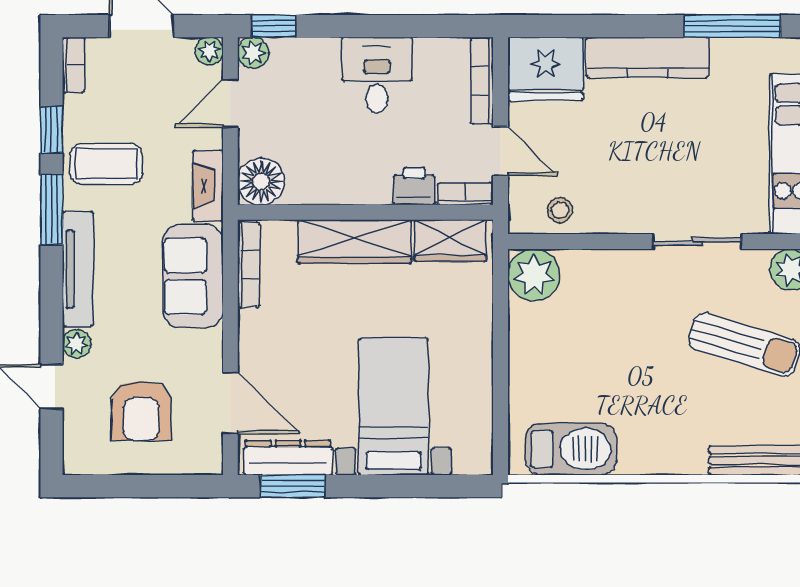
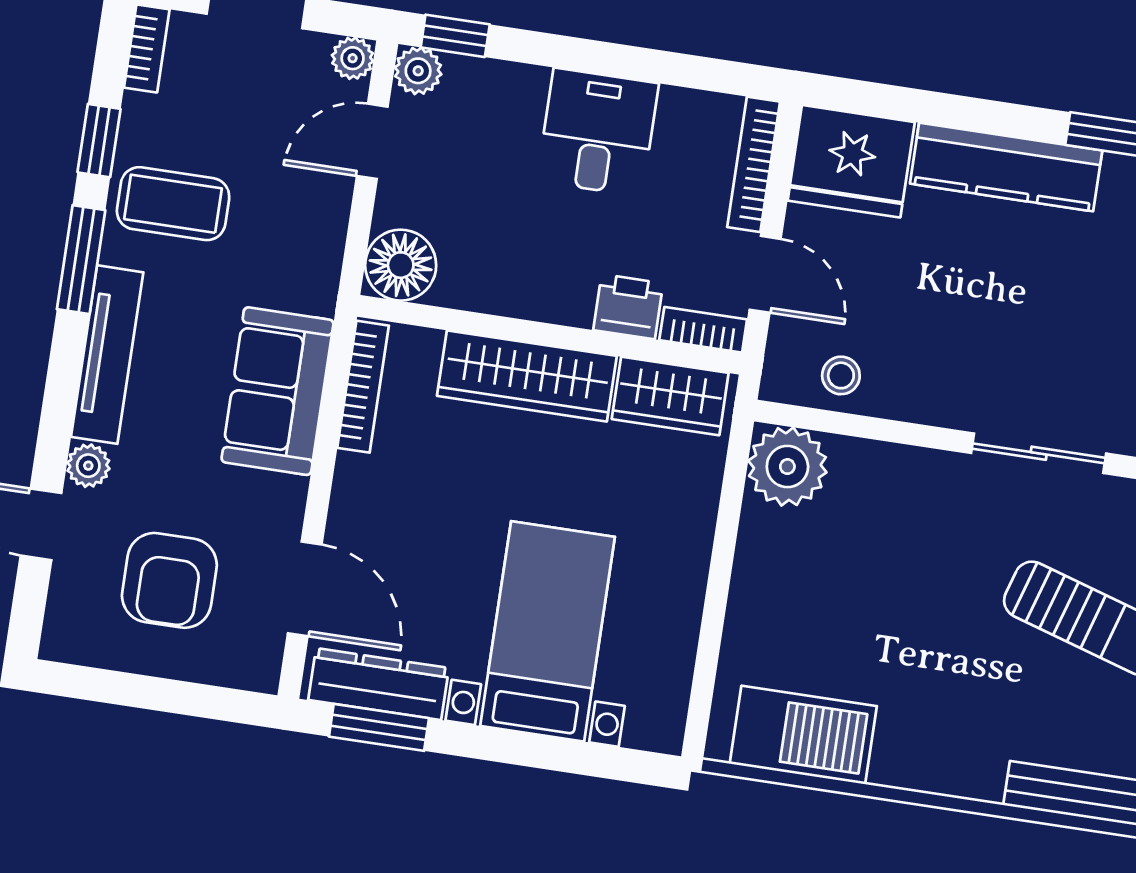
fireplace: (208, 186) -> (320, 259), removed

